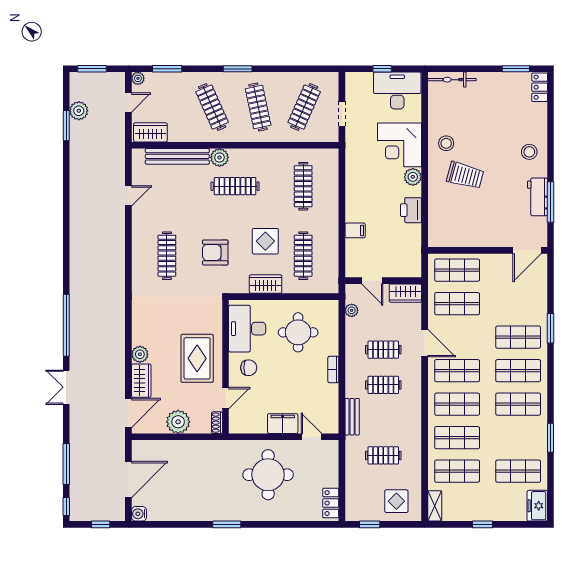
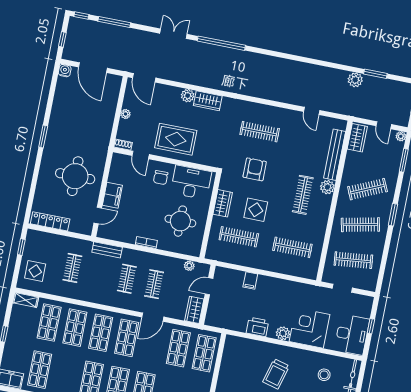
clothes rail: (304, 107) -> (353, 260), turned -30
plant: (79, 111) -> (355, 80), moved
stool: (446, 143) -> (324, 375), moved
wardrobe: (141, 381) -> (208, 101), moved
plant: (178, 422) -> (125, 114), width x0.53, depth x0.53
locker: (331, 503) -> (50, 221), width x1.53

